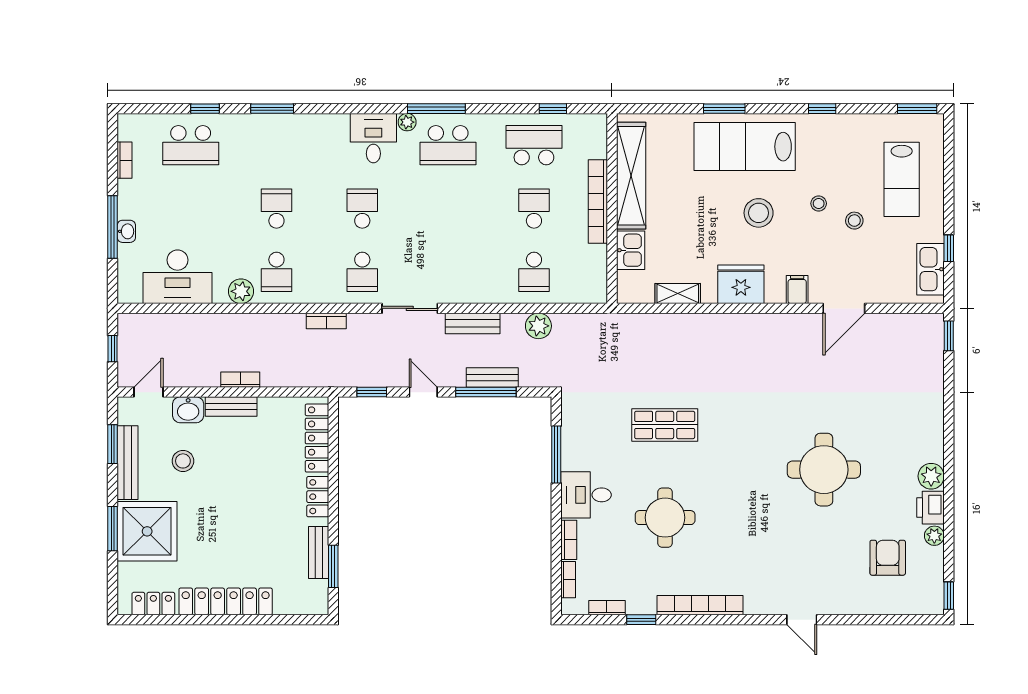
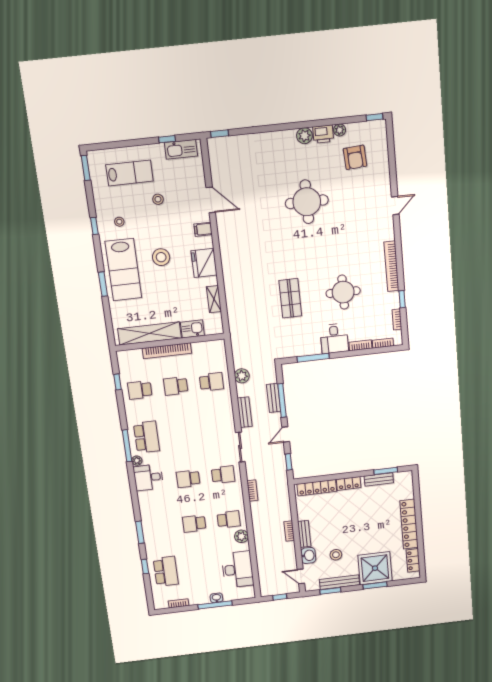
school desk: (534, 145) -> (140, 390), width x0.54
stool: (819, 203) -> (119, 222), moved
armchair: (888, 558) -> (355, 157), turned -94

